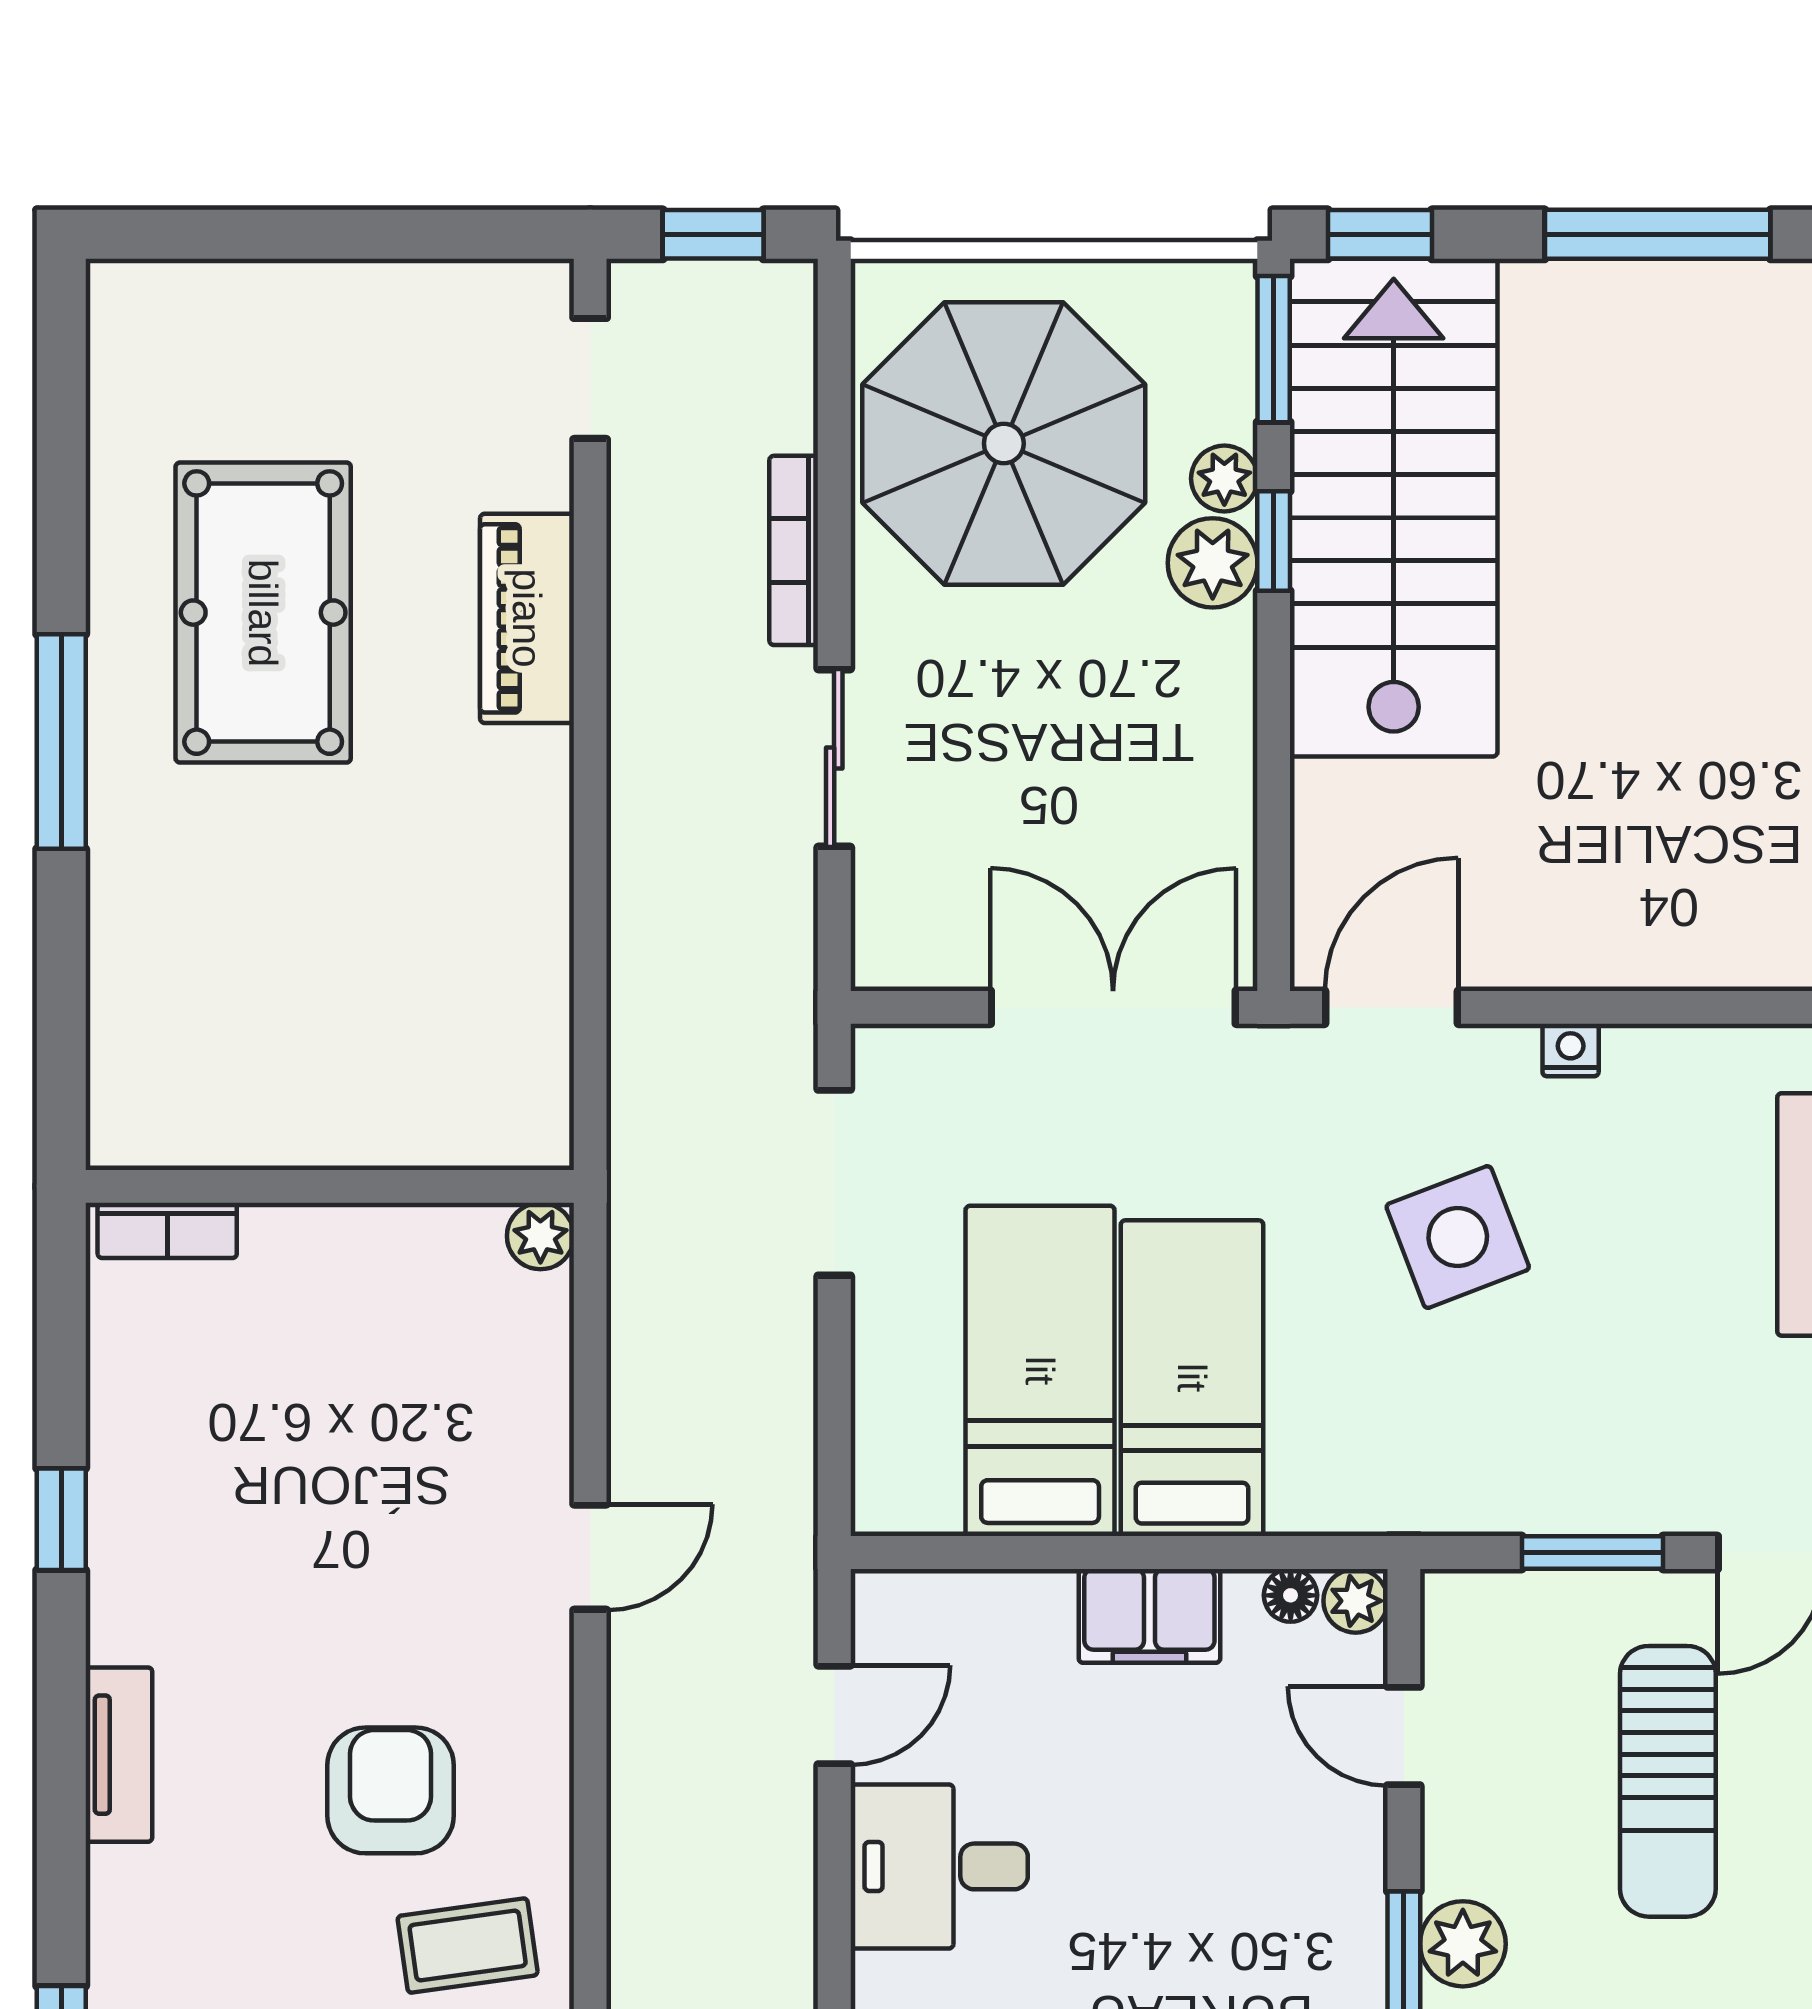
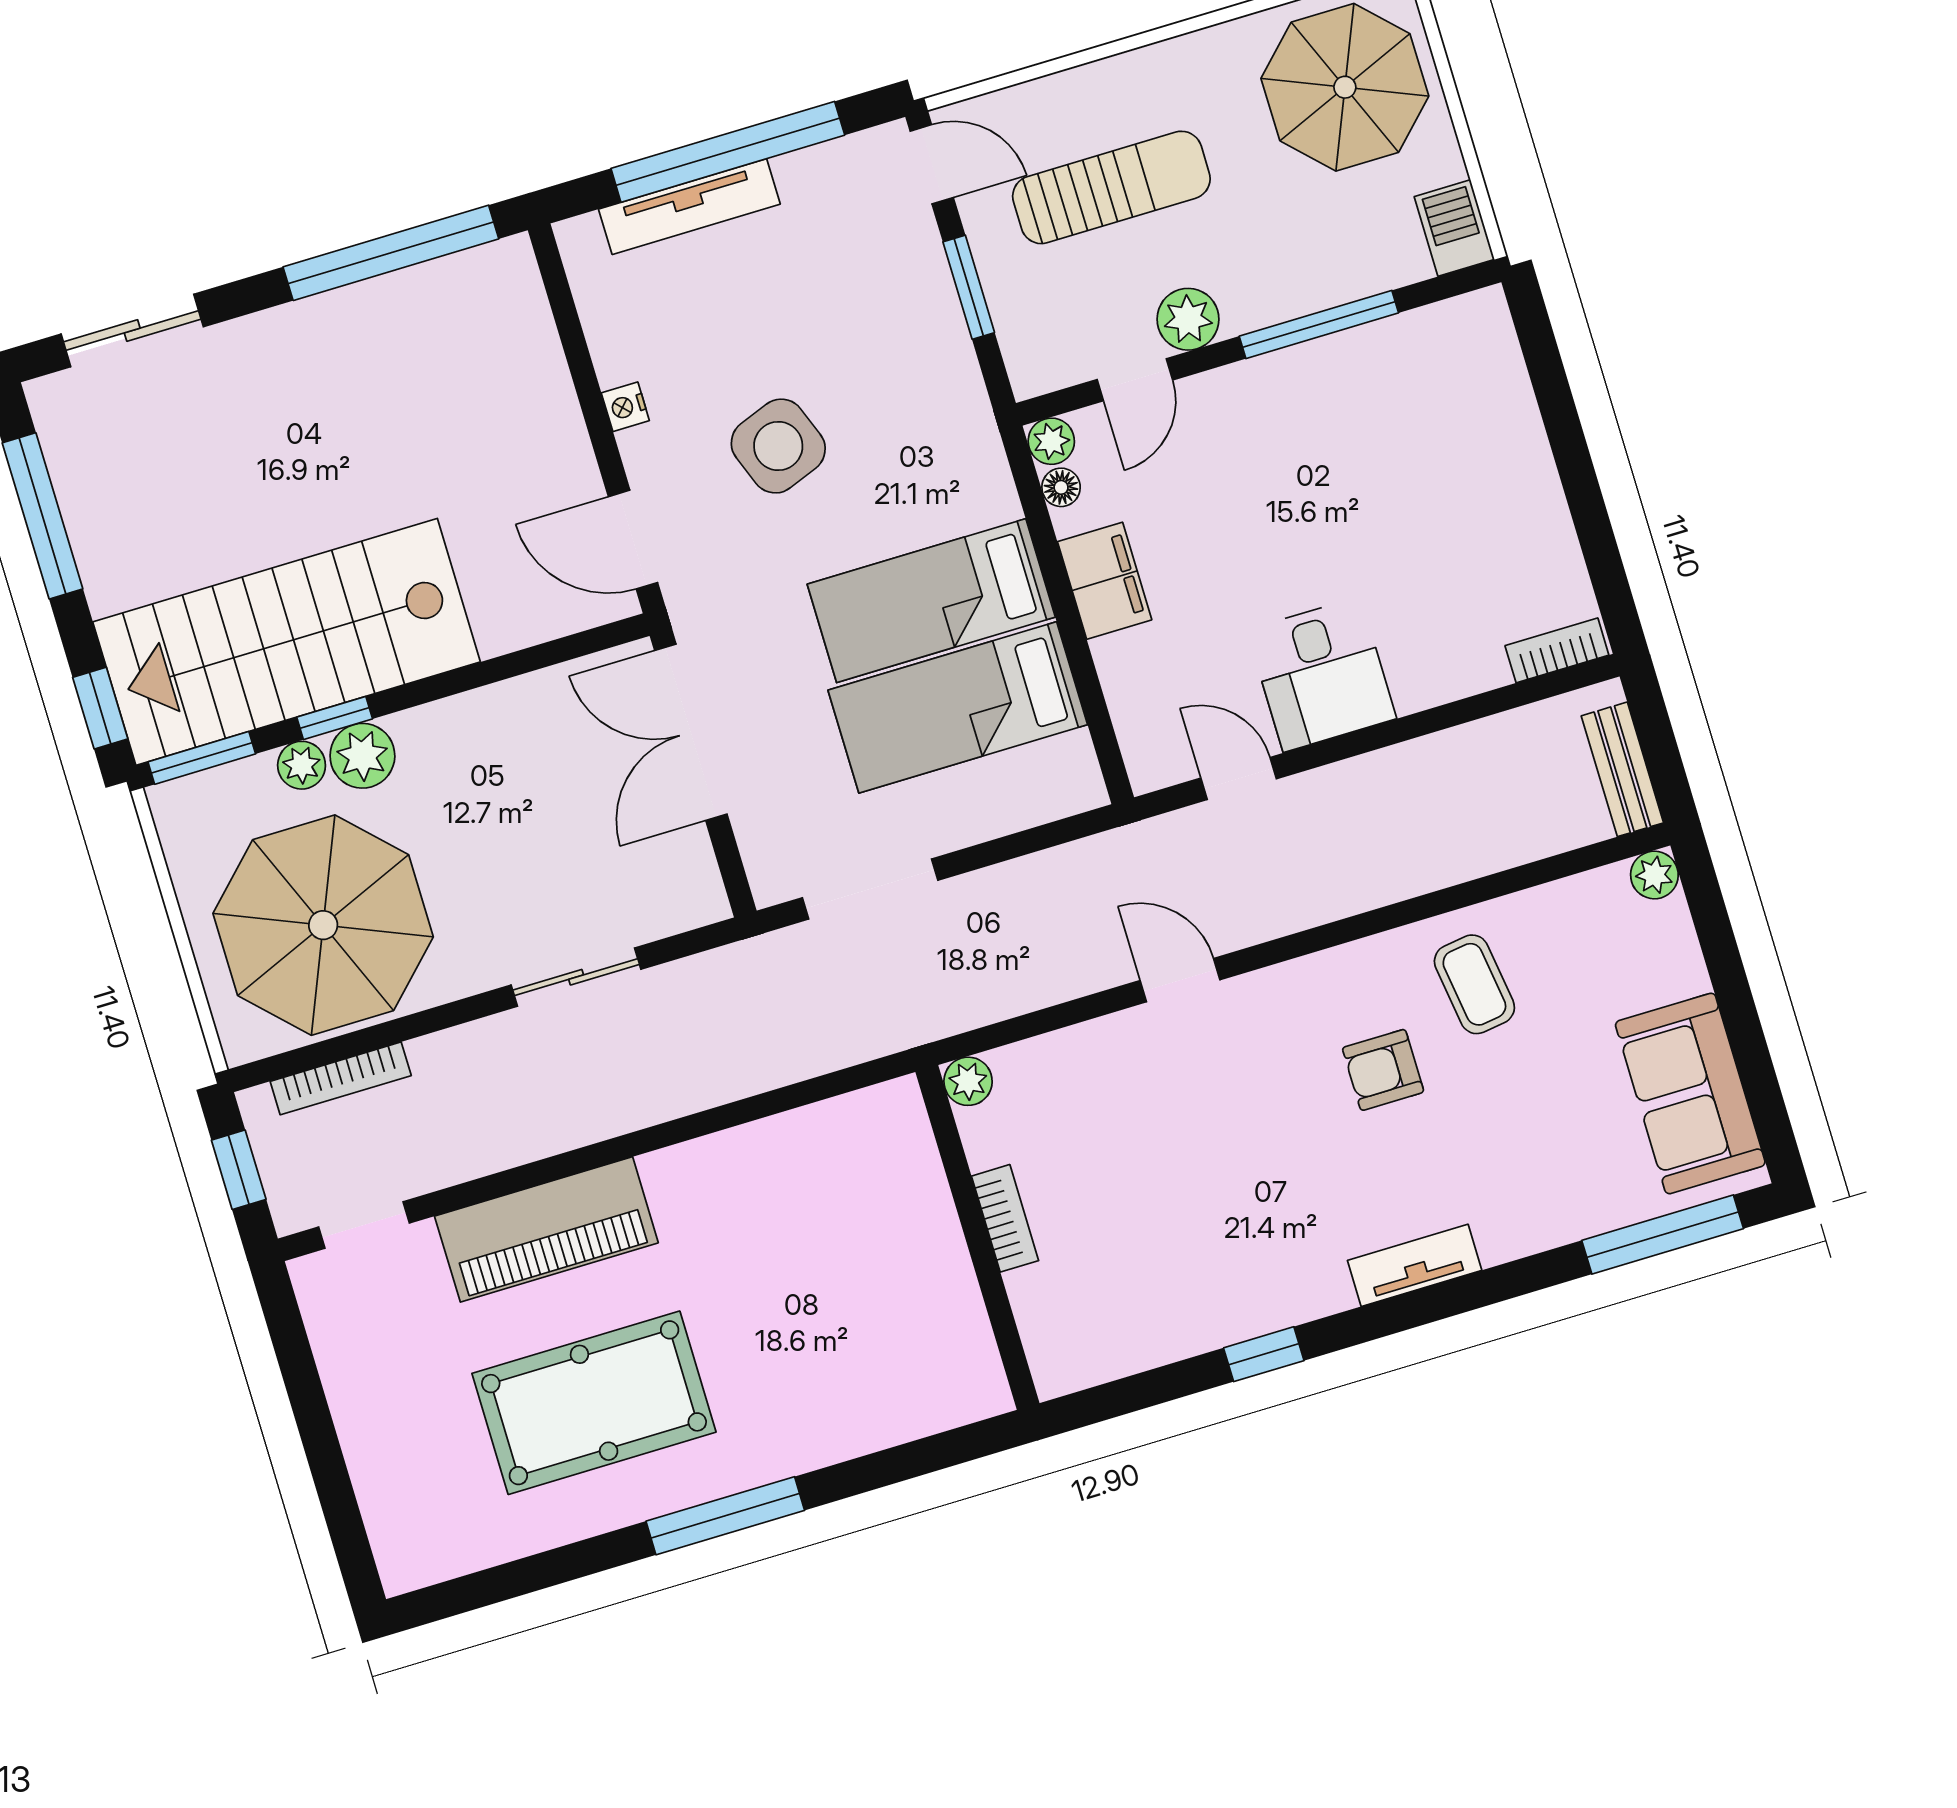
bookcase: (794, 550) -> (341, 1078), moved
piano: (527, 618) -> (546, 1229), width x1.37, depth x1.33
bookcase: (167, 1230) -> (1005, 1218), moved
armchair: (391, 1790) -> (1383, 1070), width x0.72, depth x0.72
plant: (1463, 1944) -> (1188, 319), moved

